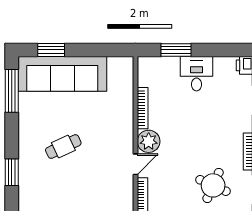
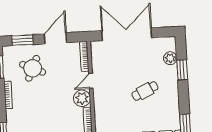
plant: (27, 189) -> (170, 58), added

